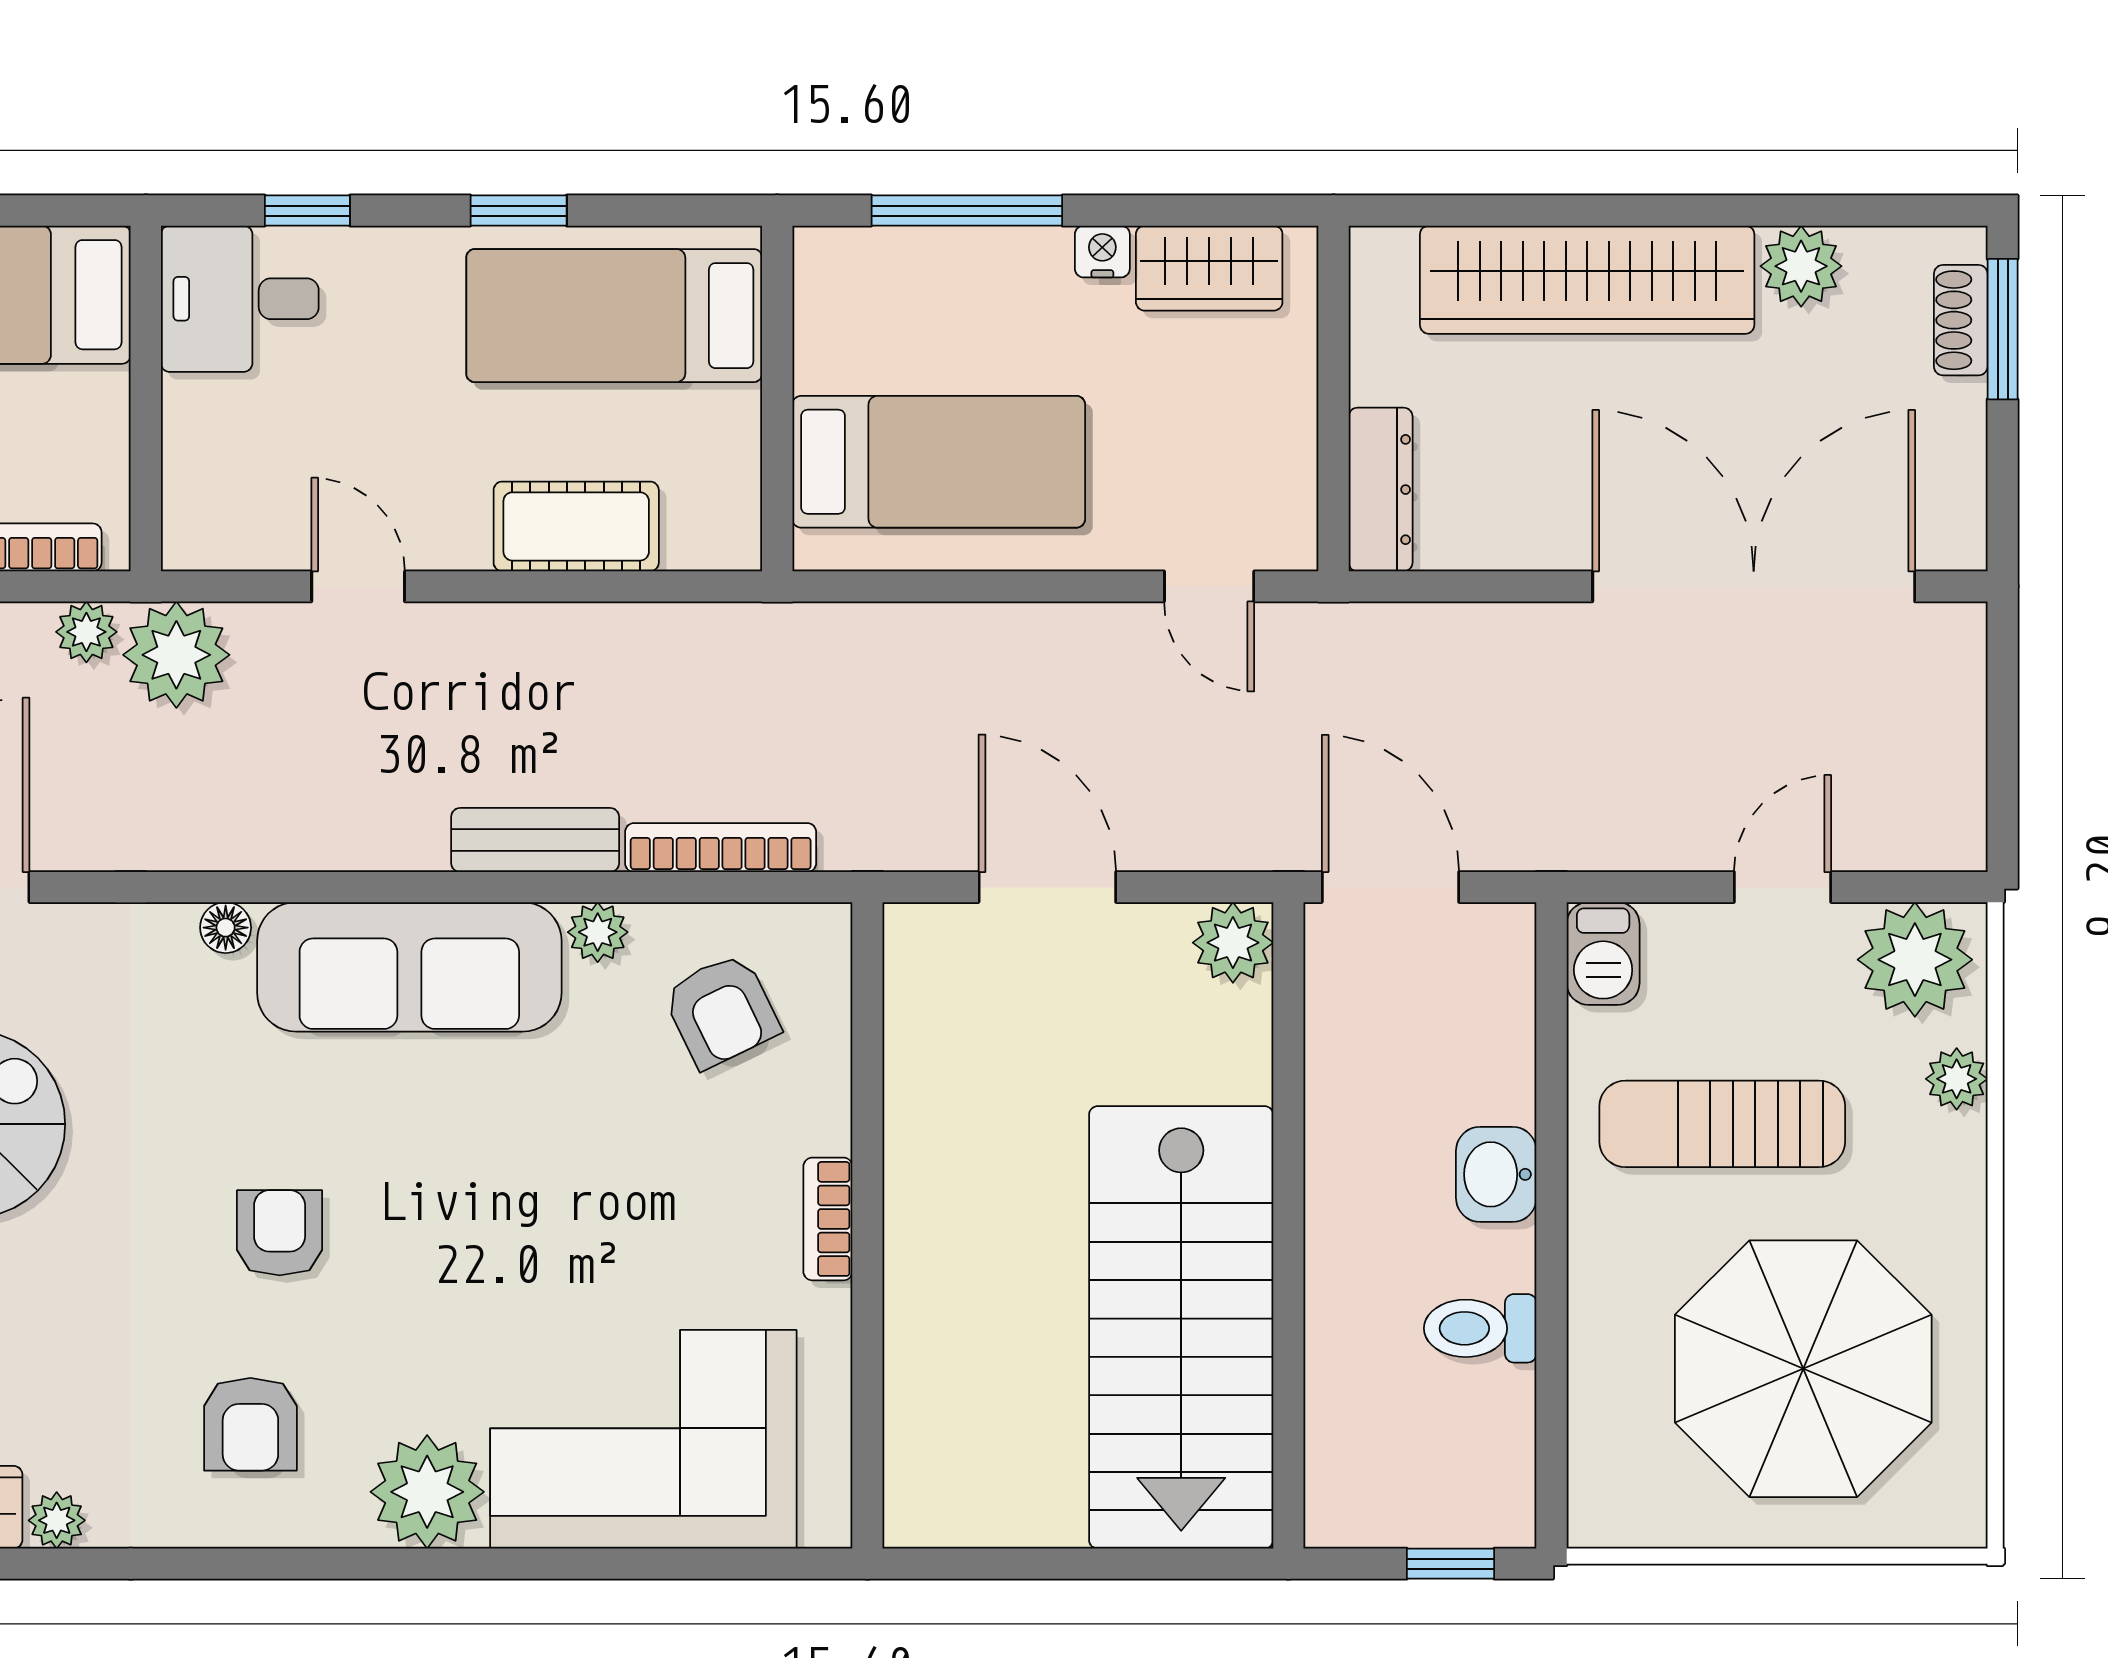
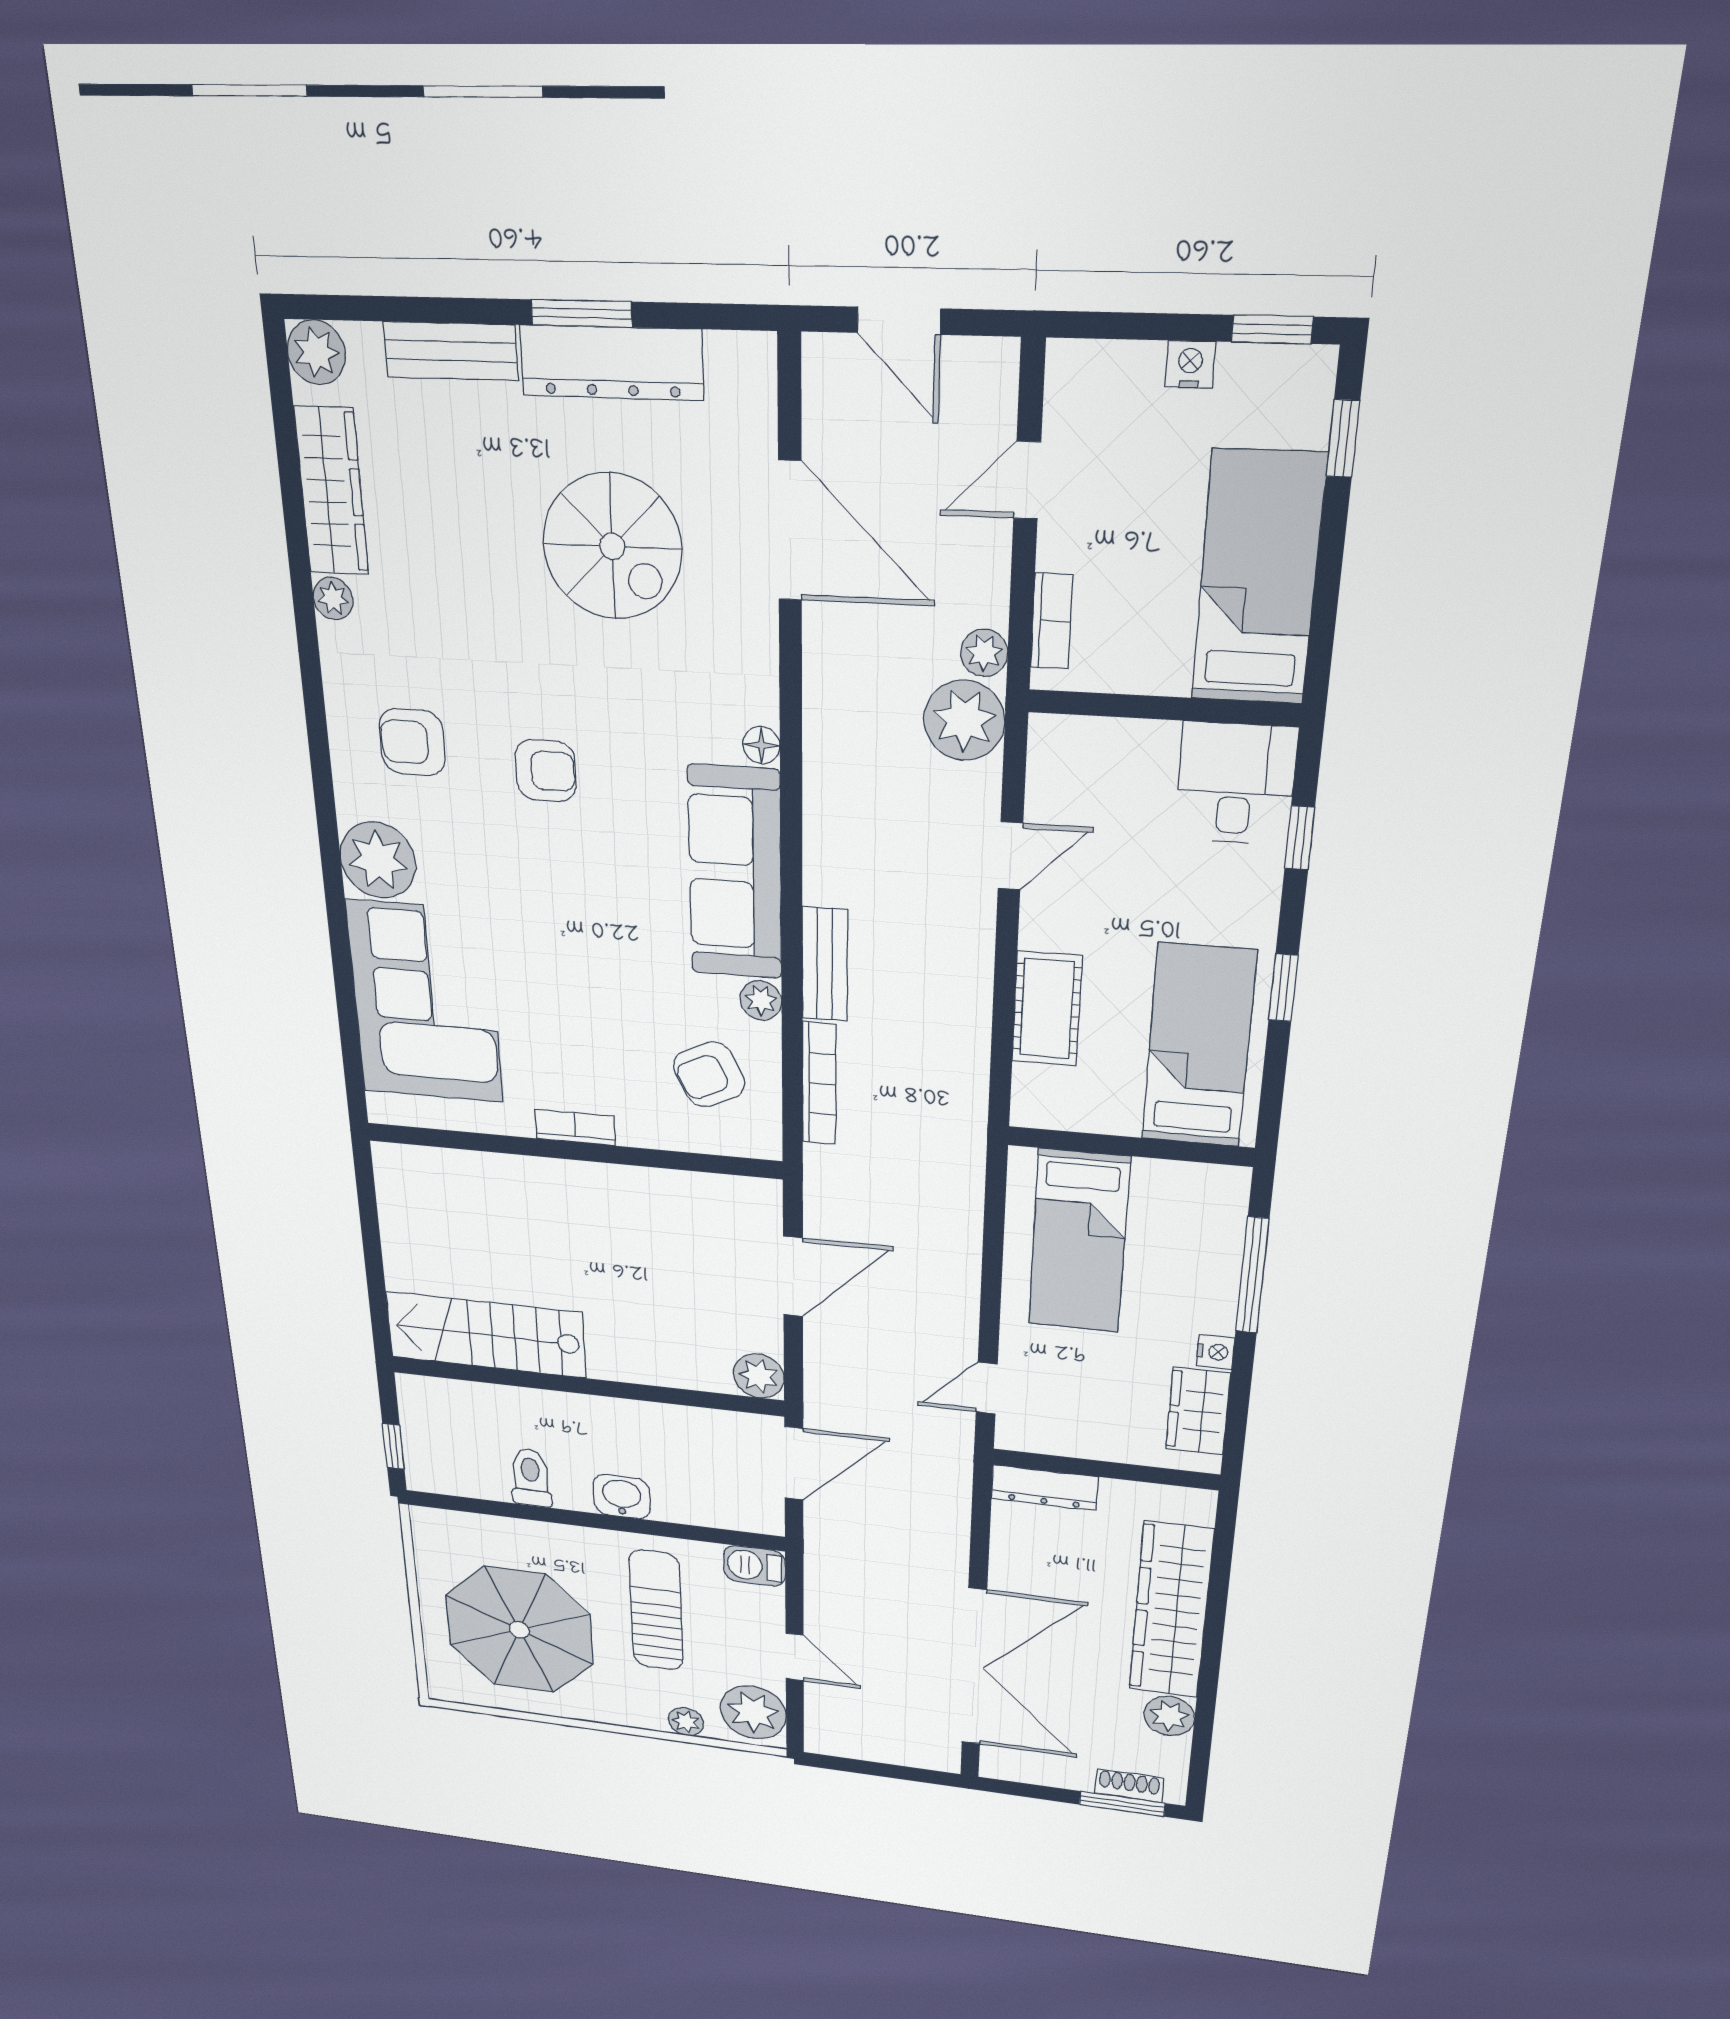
stairs: (1181, 1327) -> (486, 1335), width x0.73, depth x0.66

